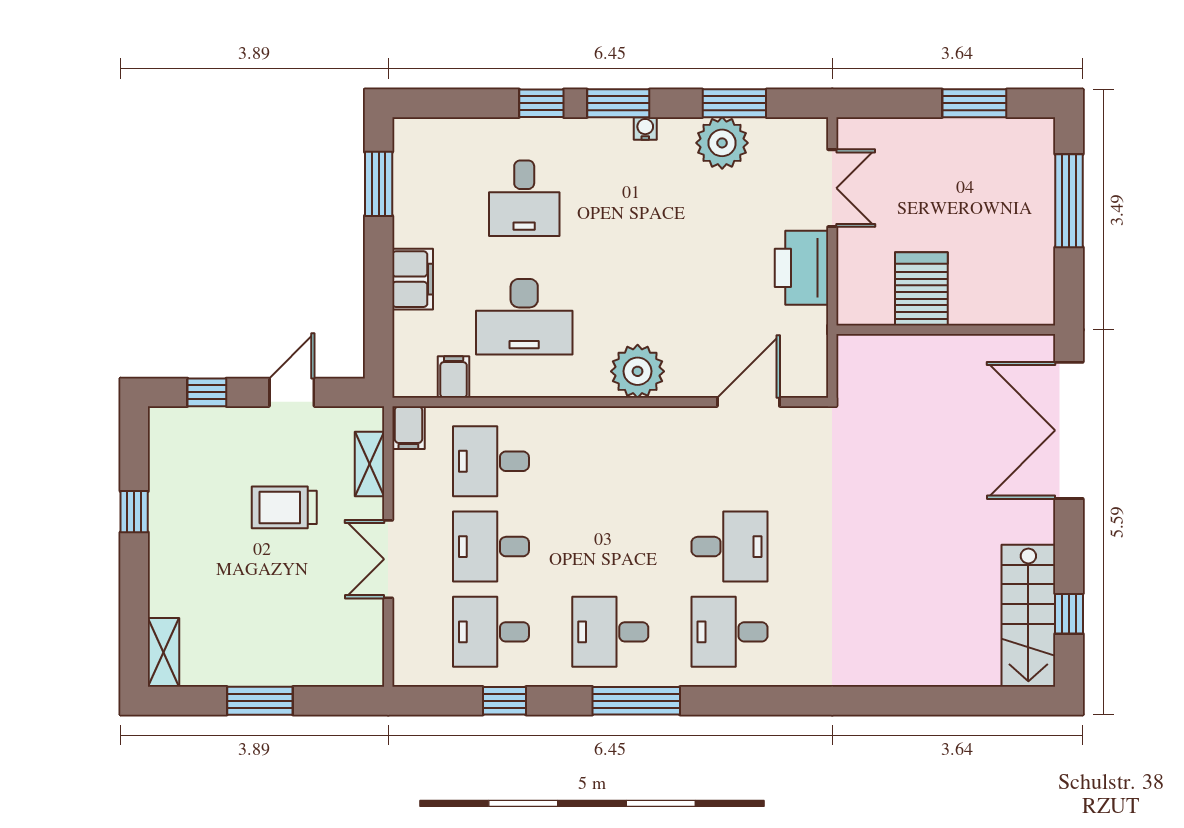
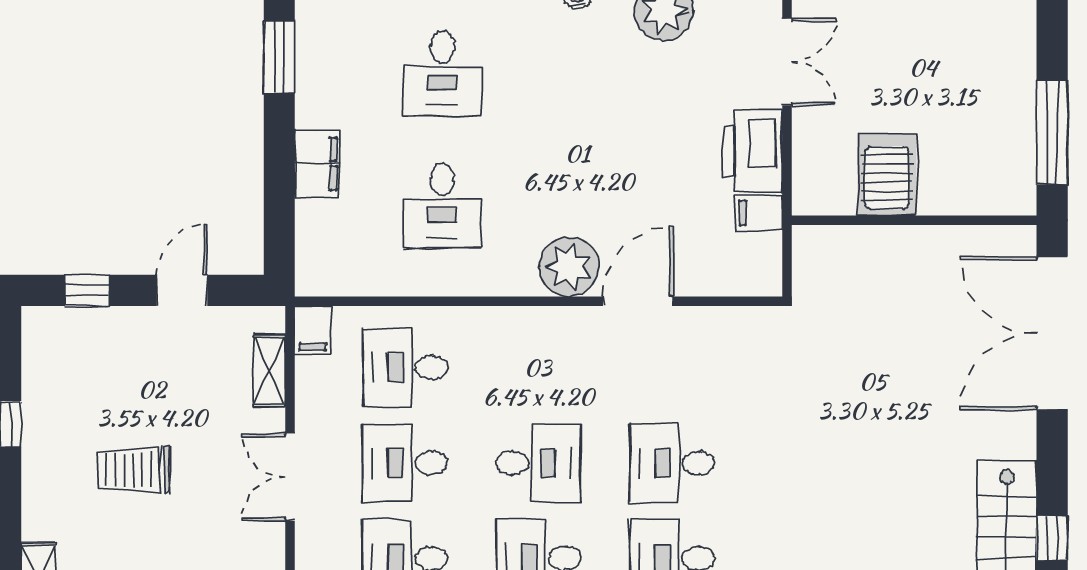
window: (1069, 201) -> (1052, 132), moved
desk: (524, 317) -> (442, 206), width x0.73
filing cabinet: (454, 377) -> (759, 213), moved, turned -90
door: (748, 402) -> (638, 301), moved
trolley: (284, 507) -> (134, 470), moved
desk: (610, 547) -> (539, 463), added
desk: (729, 547) -> (672, 463), turned 180

